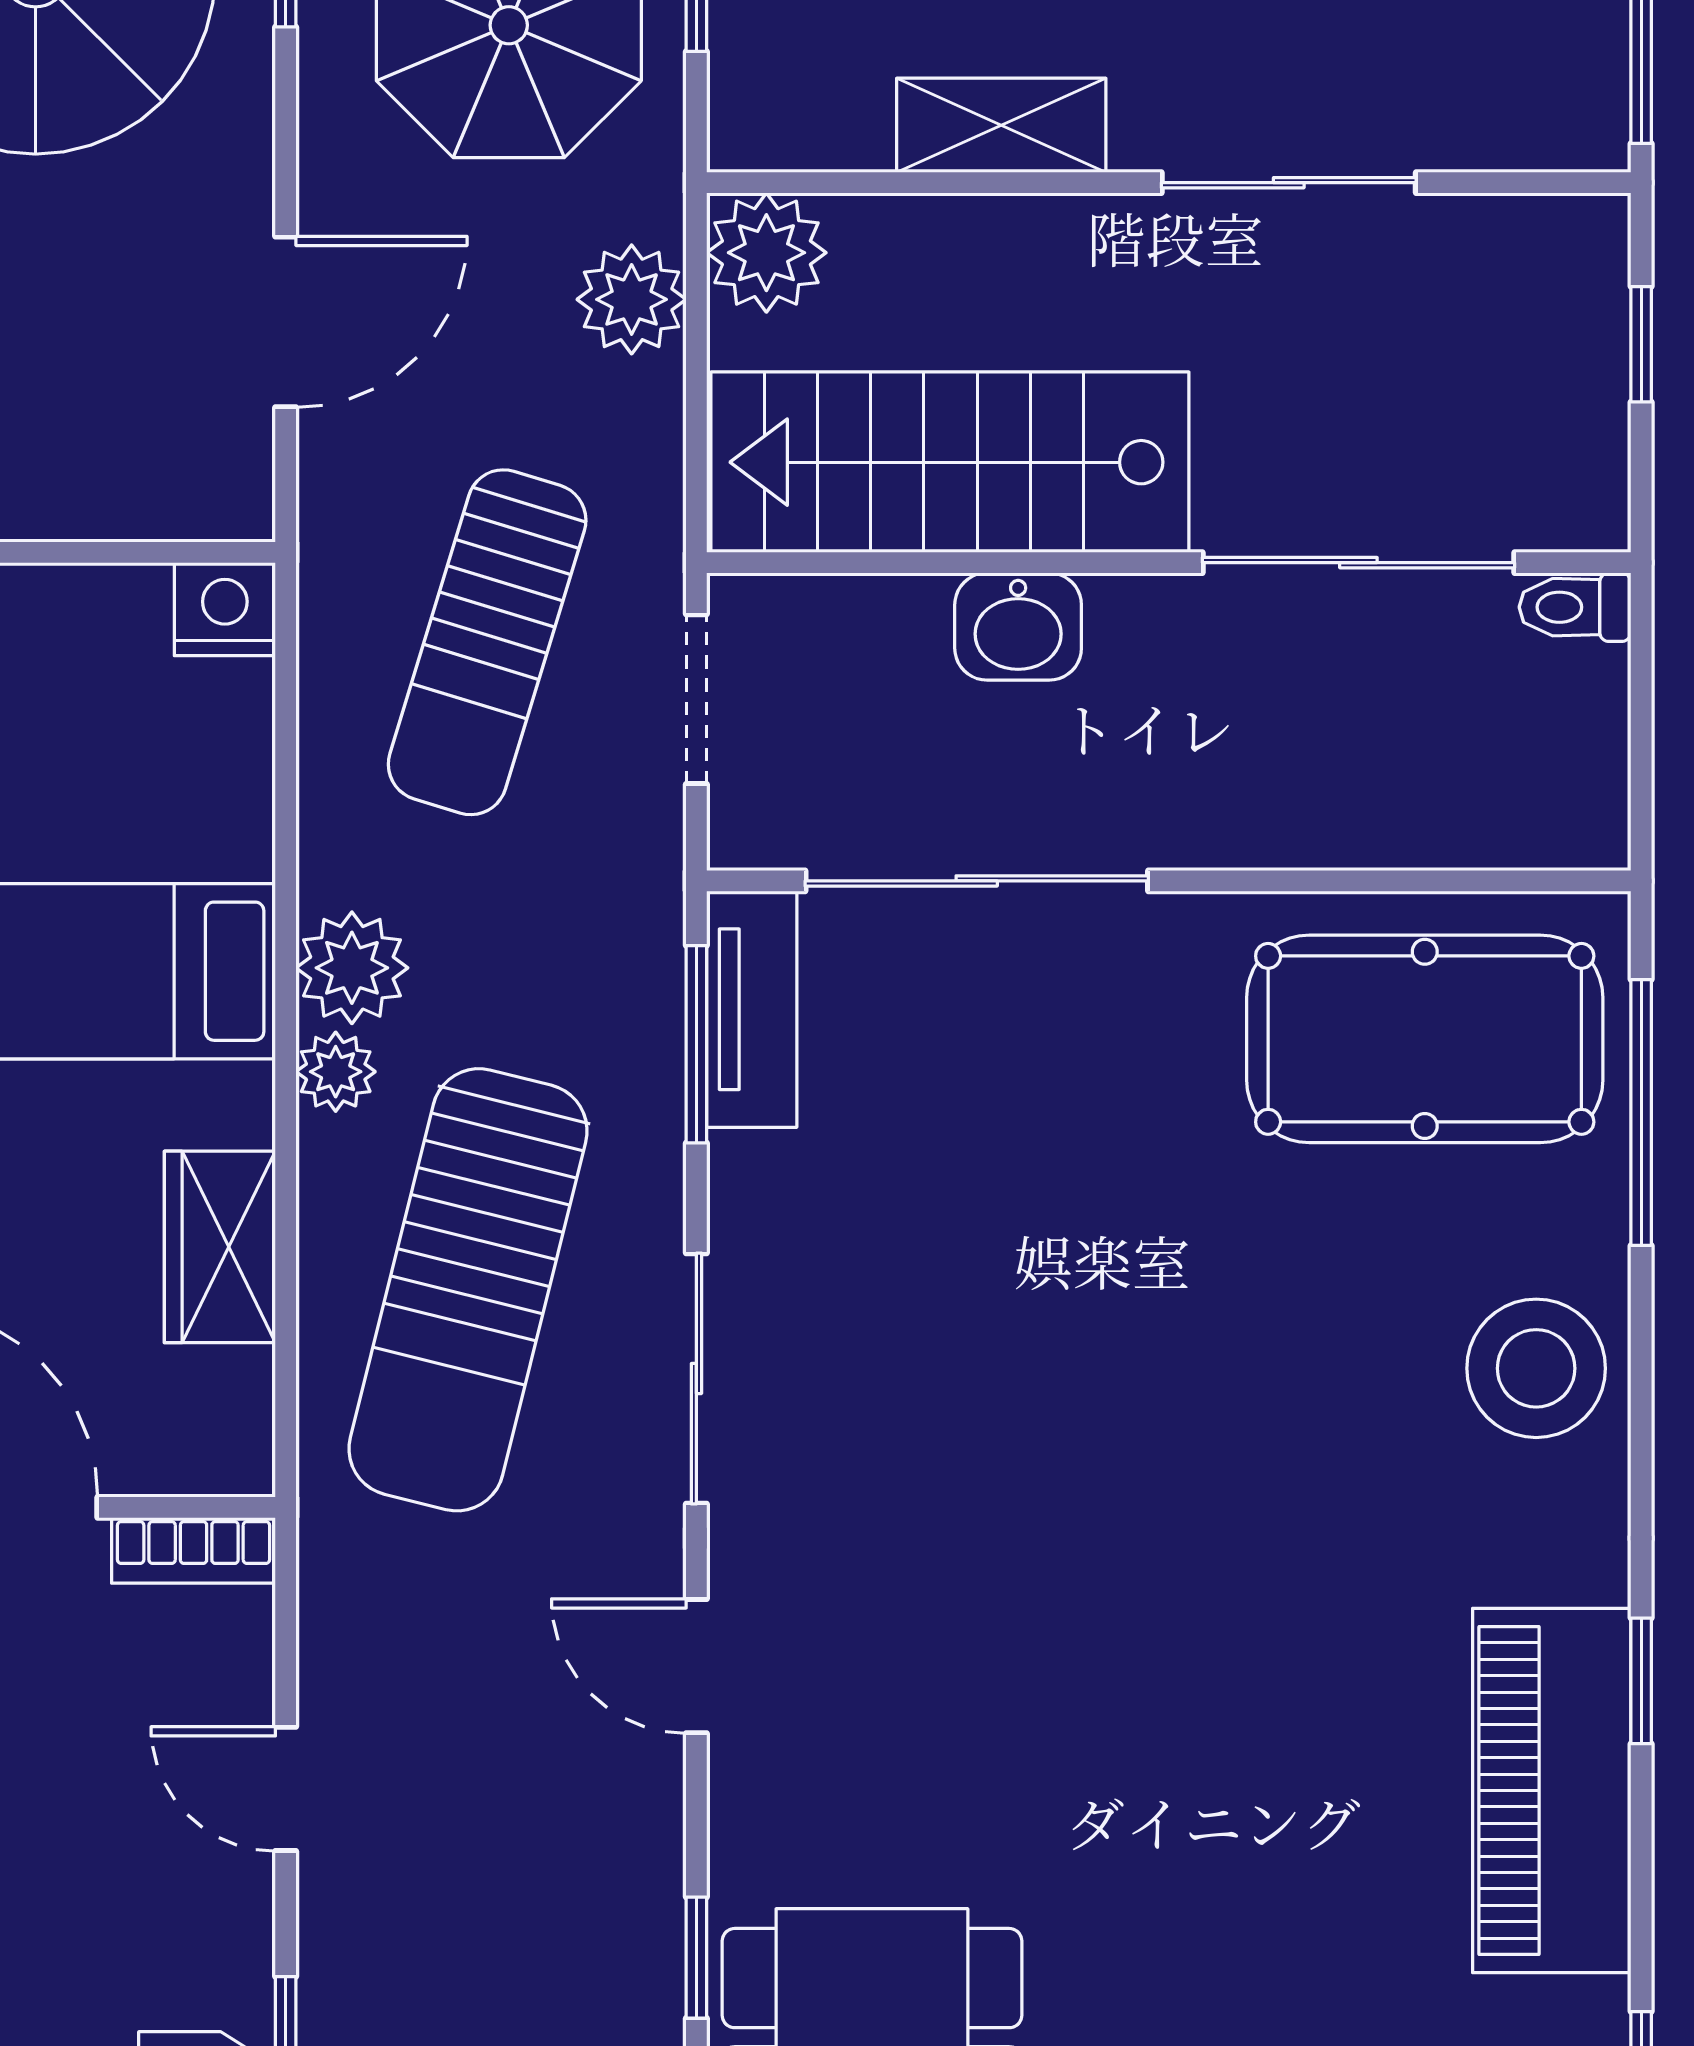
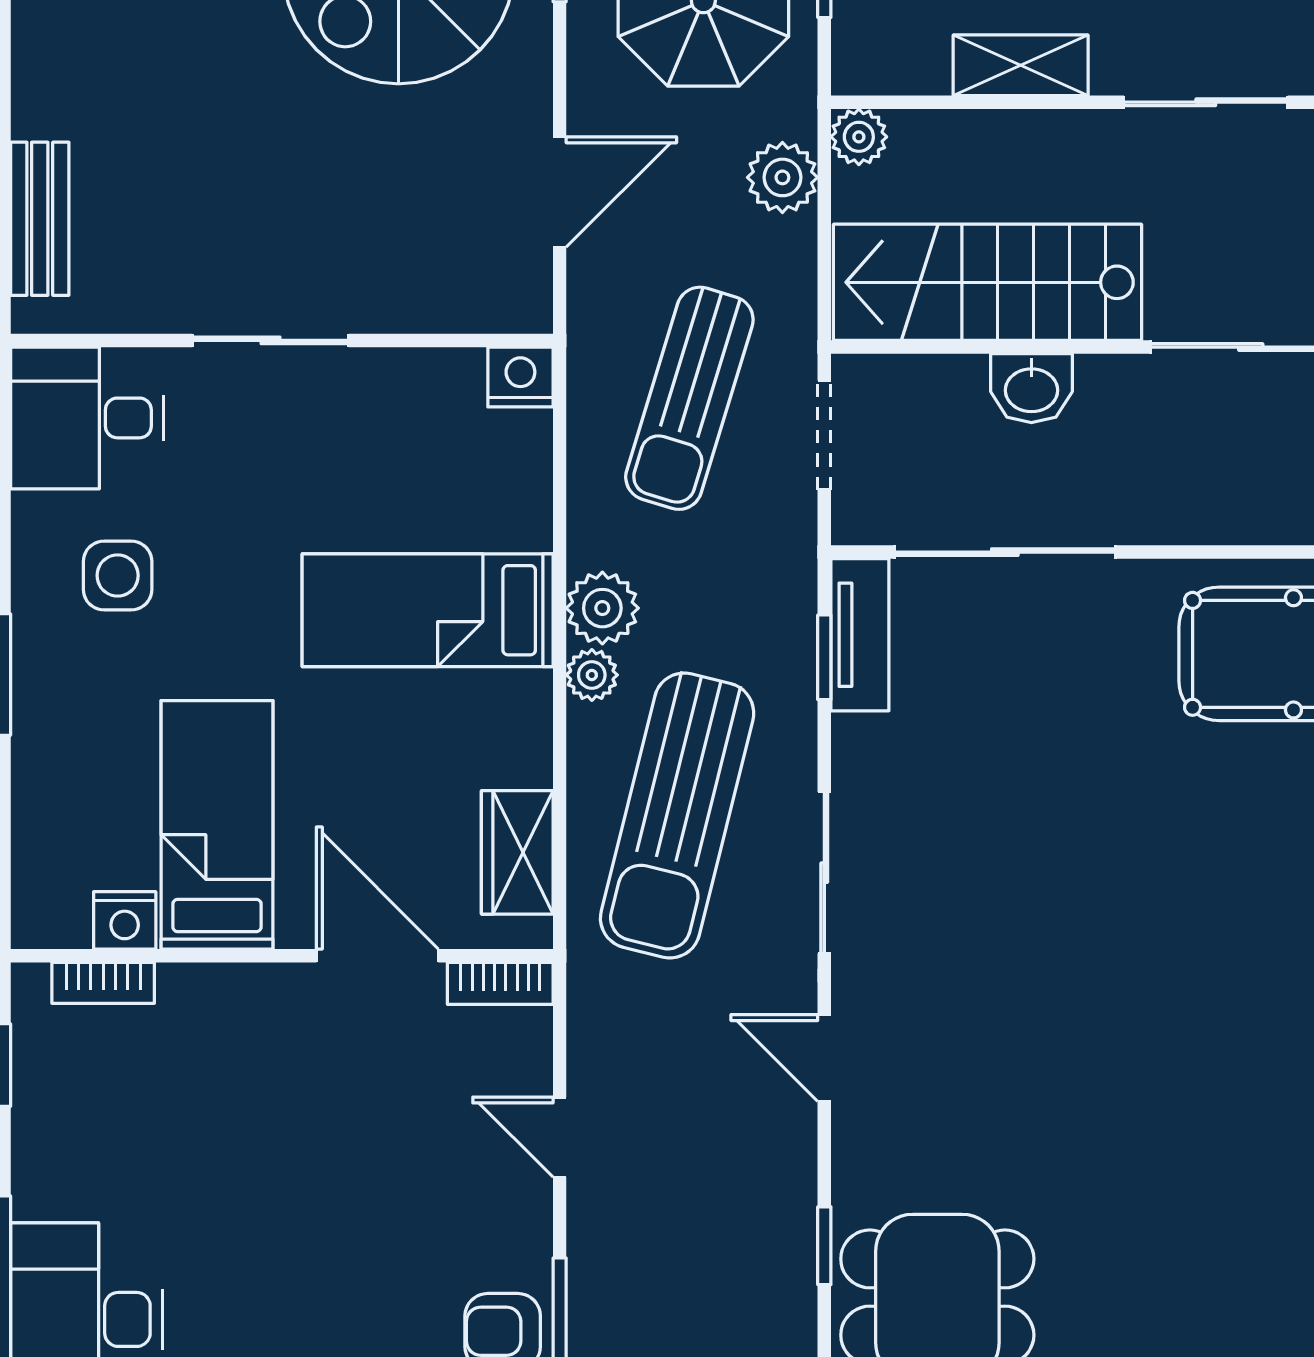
plant: (766, 253) -> (859, 137), width x0.73, depth x0.73
window: (696, 1044) -> (824, 657), width x0.67
wardrobe: (220, 1247) -> (517, 852), moved

